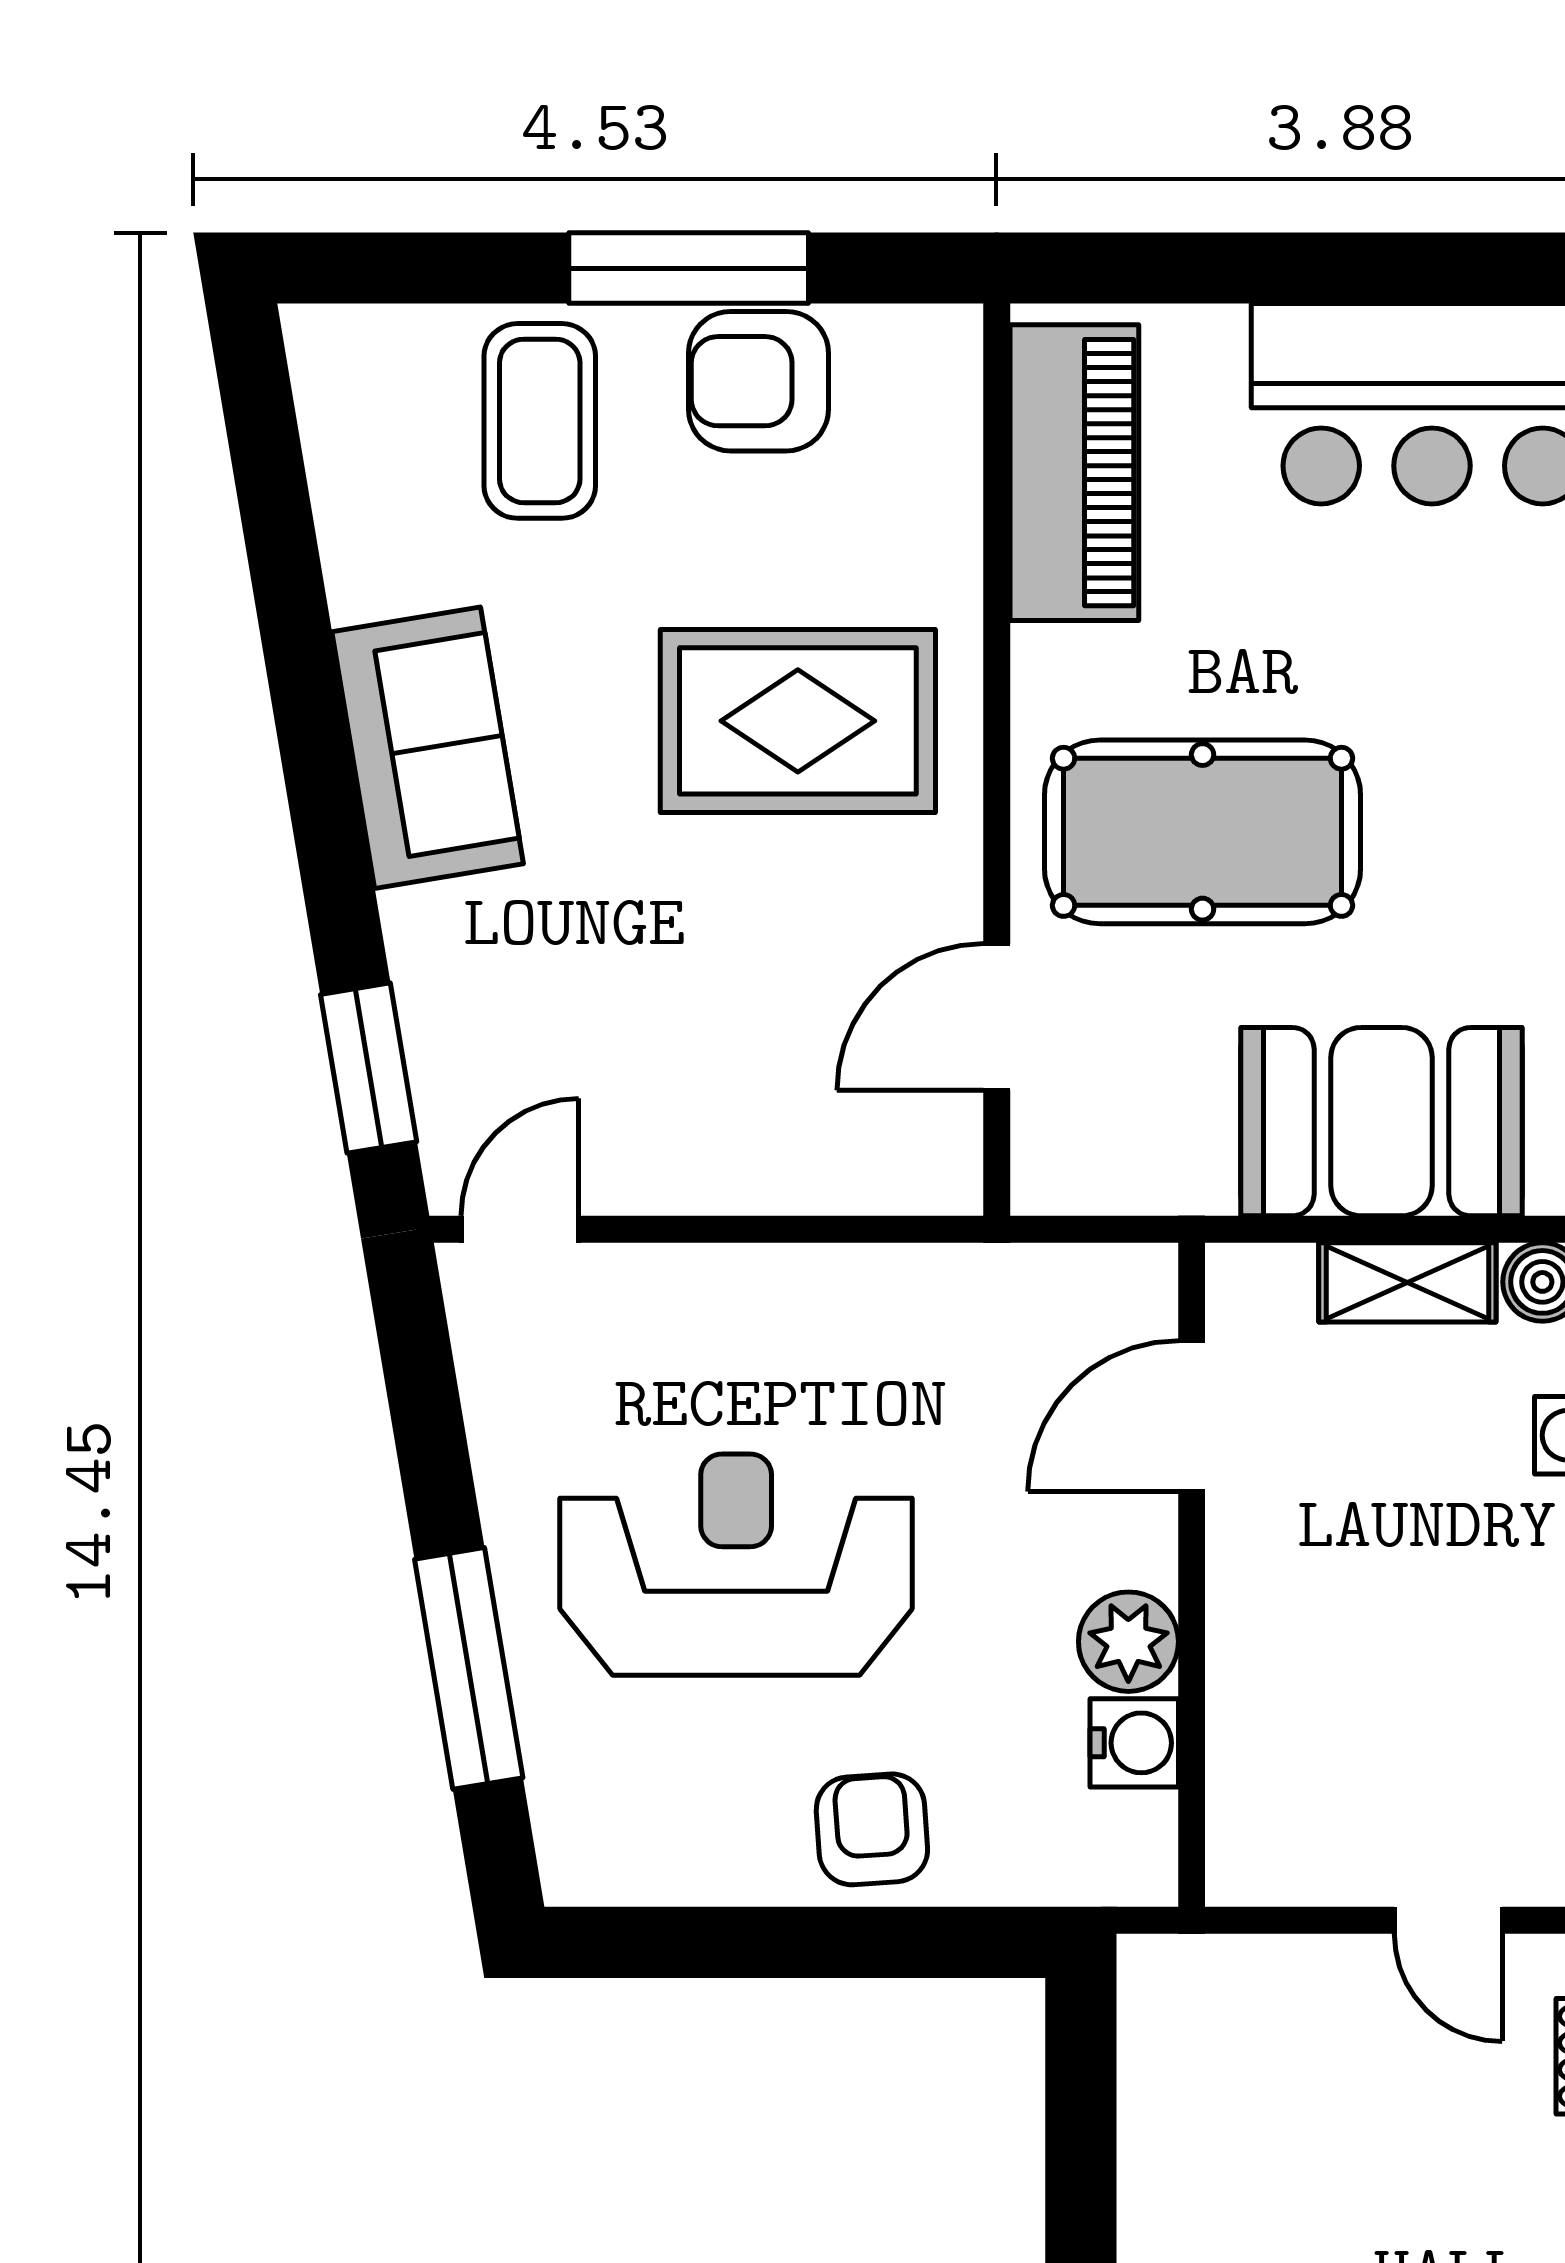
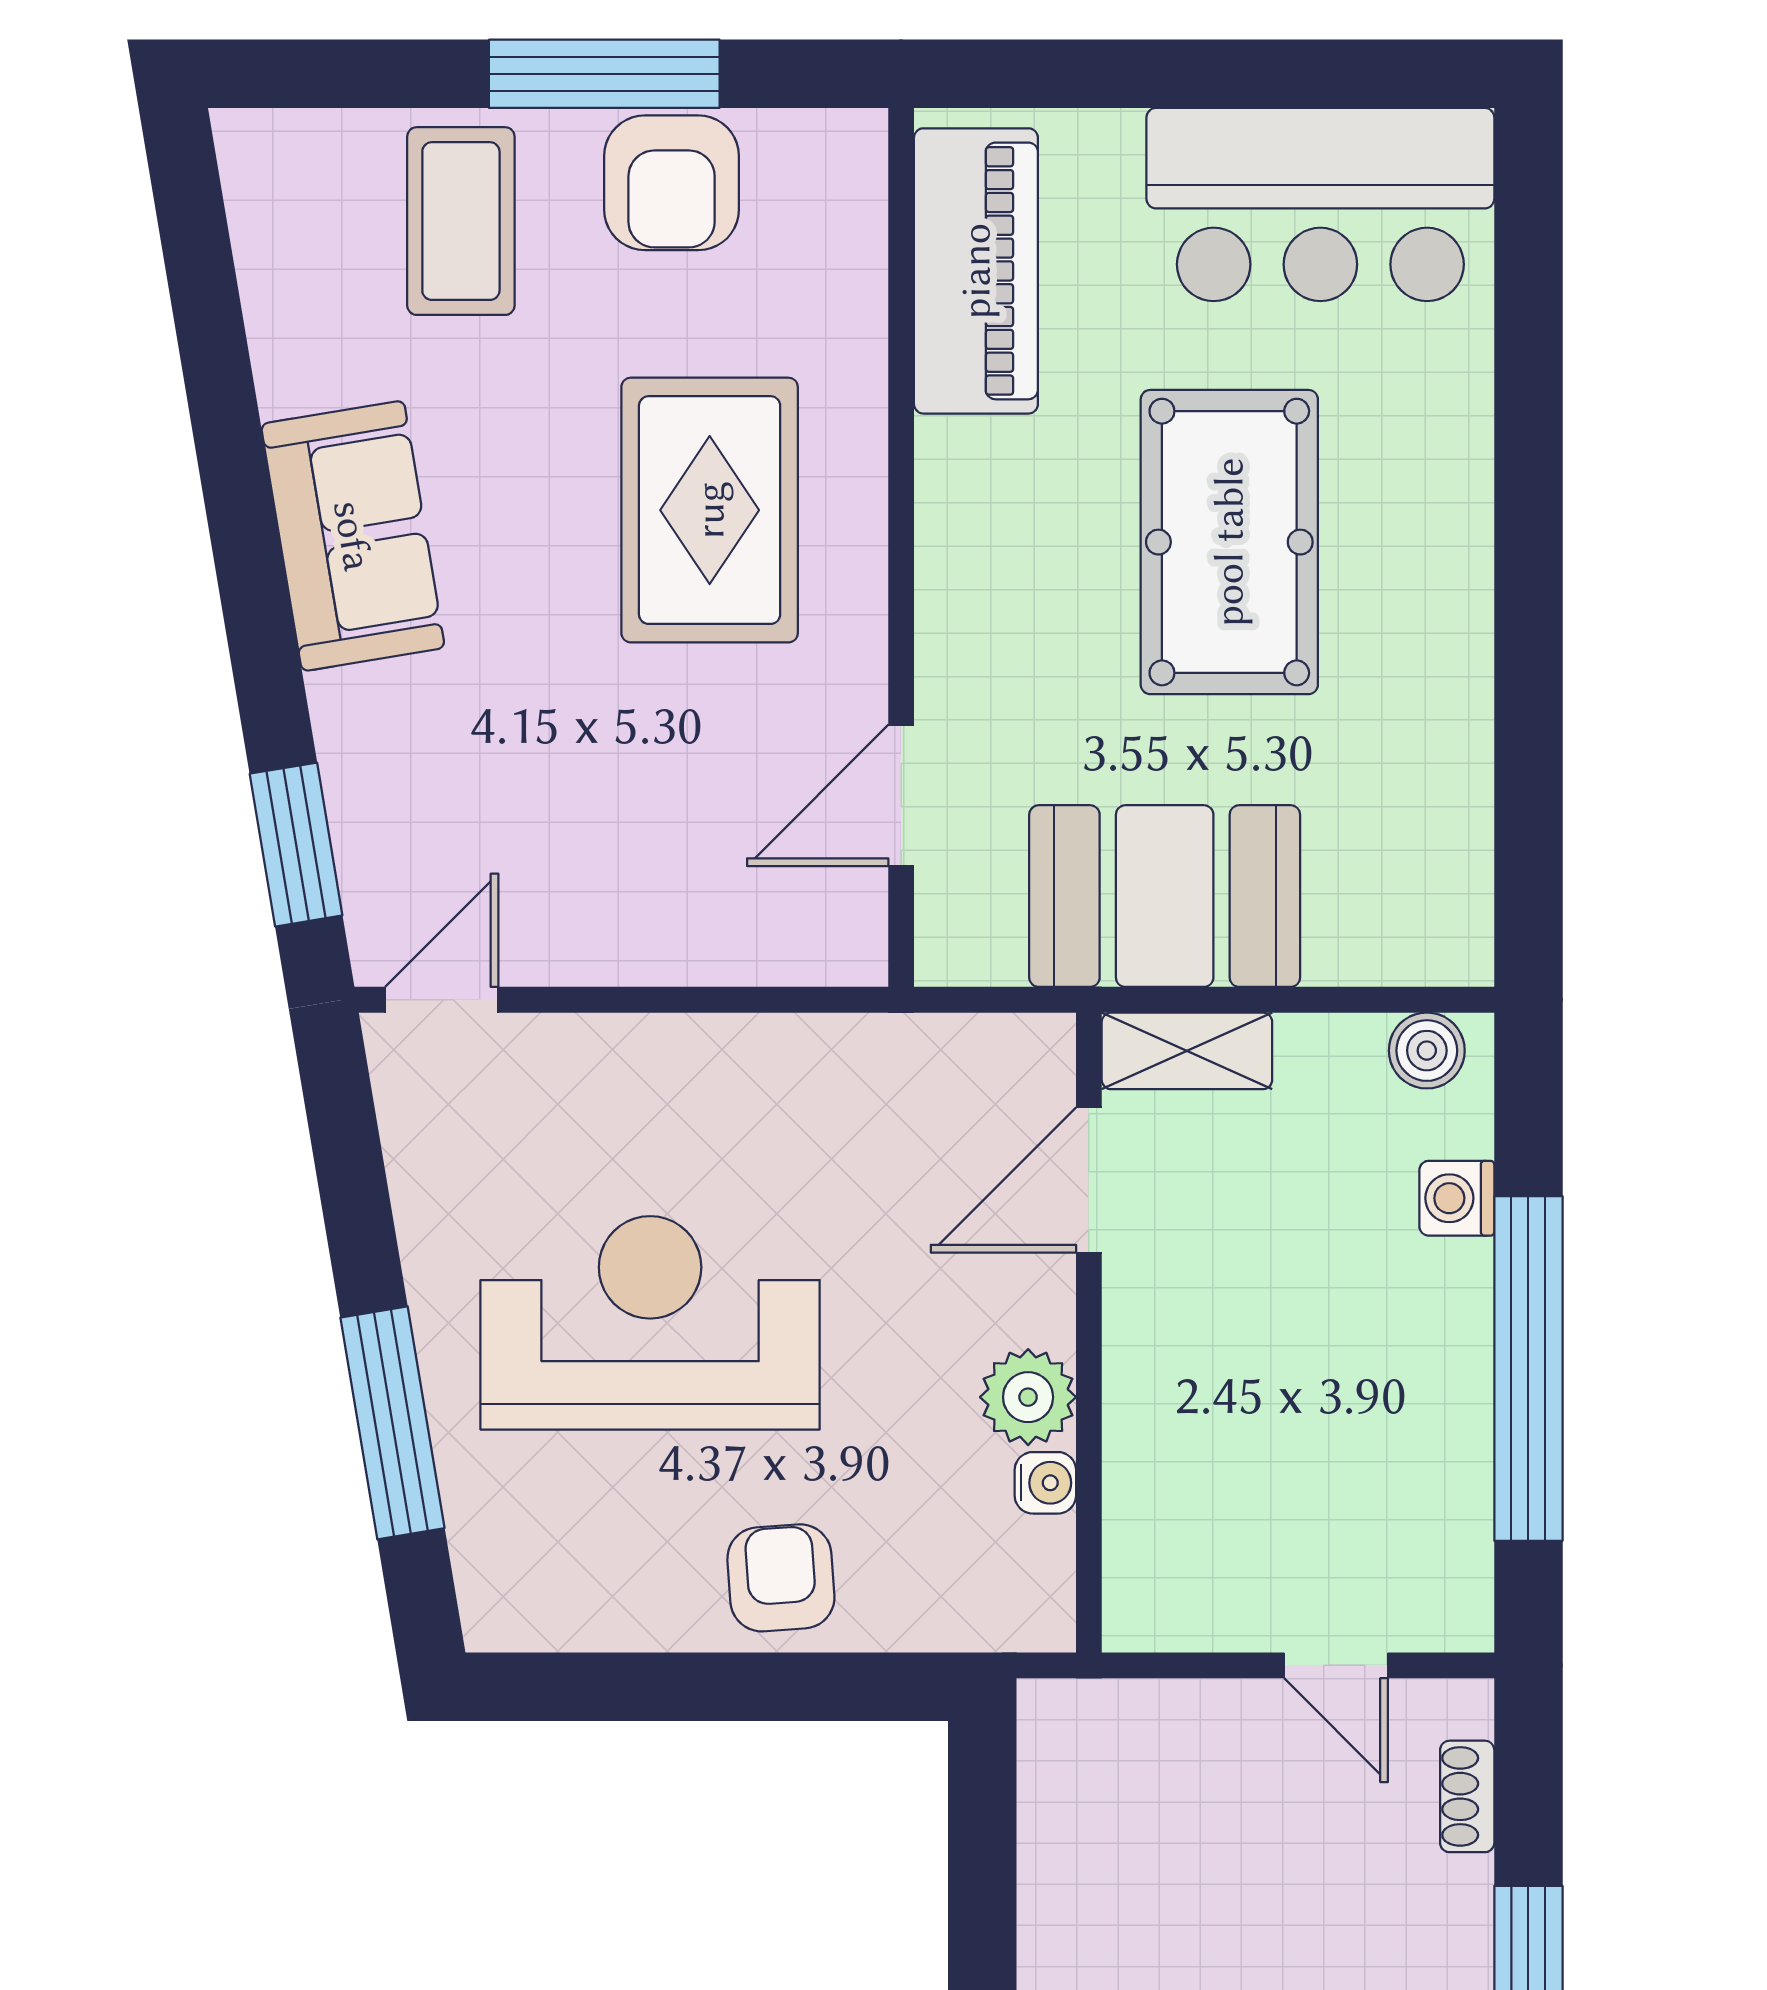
armchair: (758, 381) -> (672, 183), turned -90
rug: (798, 721) -> (710, 510), turned 90
pool table: (1203, 832) -> (1229, 542), moved, turned 90
booth: (1381, 1122) -> (1165, 896), moved
shelving: (1407, 1282) -> (1187, 1051), moved
water cooler: (1134, 1743) -> (1045, 1483), width x0.72, depth x0.72

